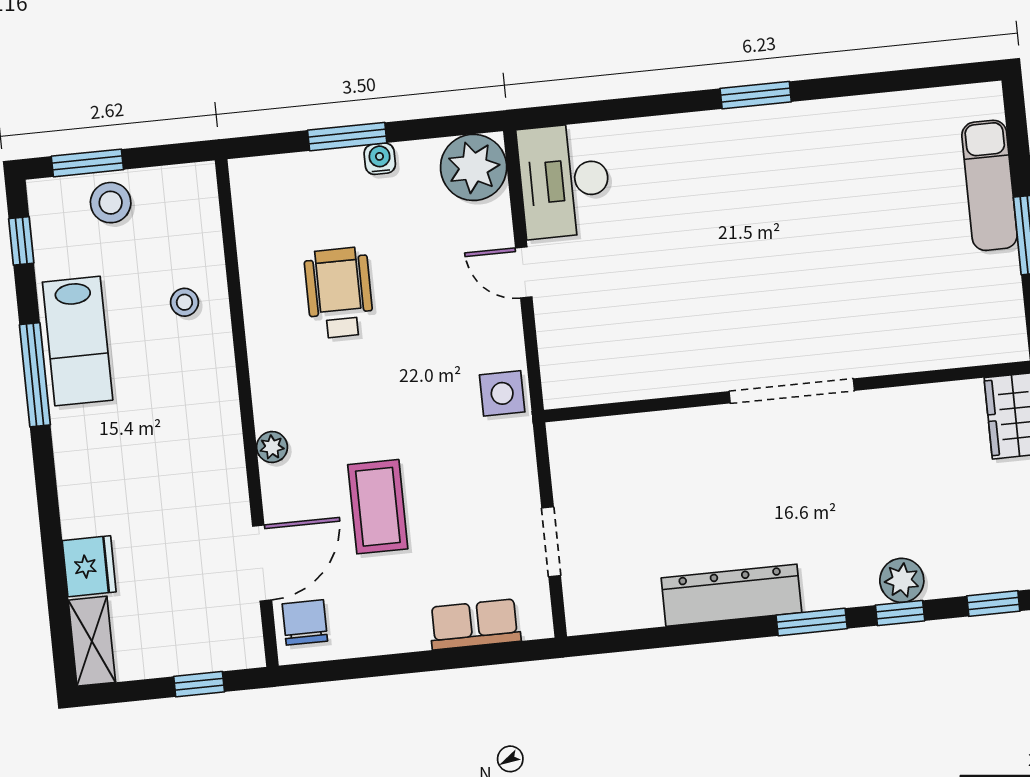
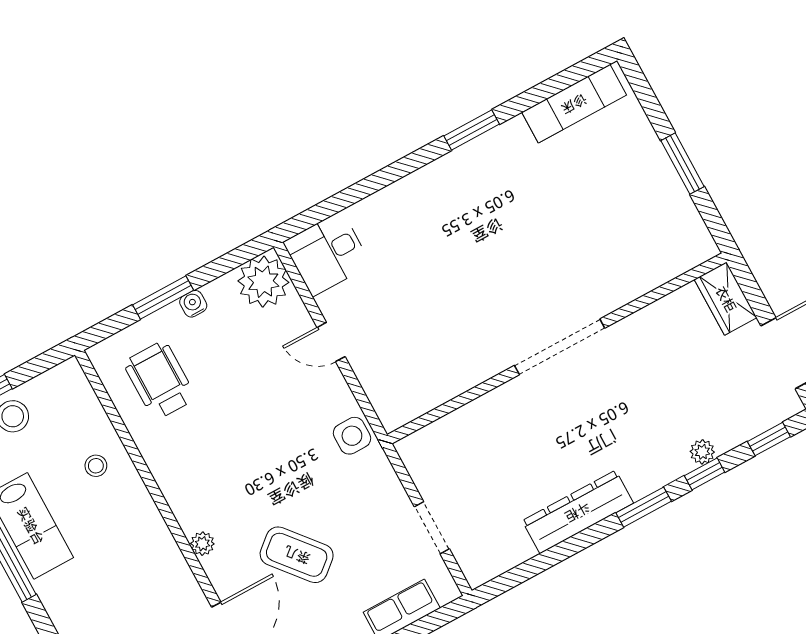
window: (756, 95) -> (472, 130), moved
desk: (564, 181) -> (327, 253), width x0.73
exam couch: (989, 185) -> (574, 104), moved, turned -90
wheelchair: (339, 293) -> (160, 380), moved
coffee table: (378, 507) -> (297, 555), turned -40
plant: (902, 580) -> (702, 452), width x0.73, depth x0.73

